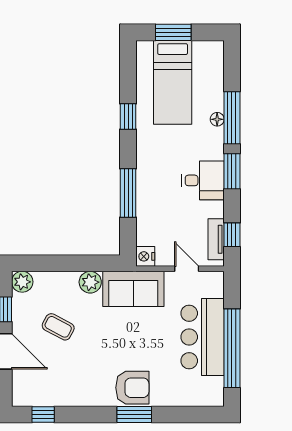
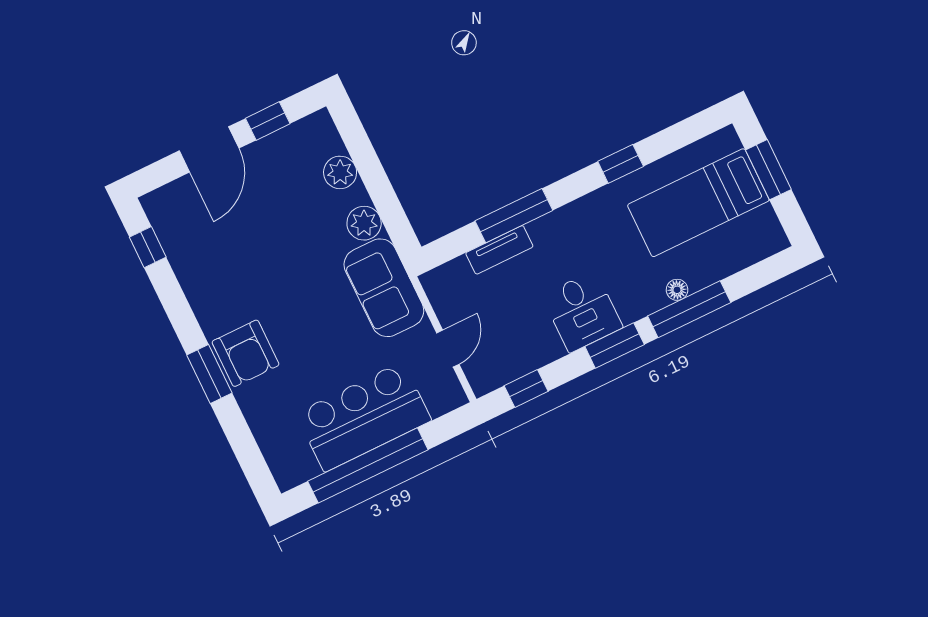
tv unit: (216, 239) -> (499, 250), moved, turned 180
nightstand: (145, 256) -> (437, 282), removed
plant: (22, 282) -> (340, 172), moved
coffee table: (58, 327) -> (280, 209), removed

